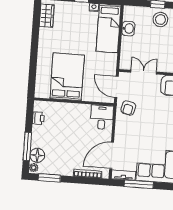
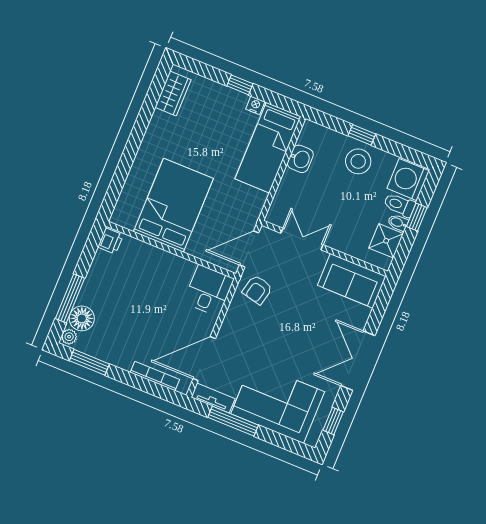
door: (116, 87) -> (249, 249), hinge flipped
printer: (38, 118) -> (110, 241), moved

